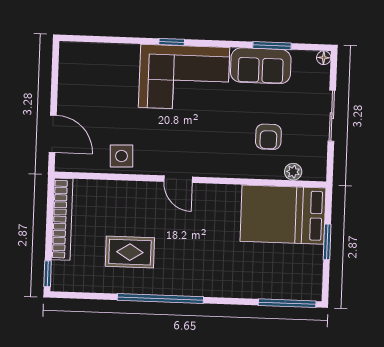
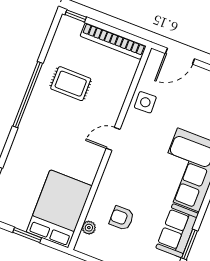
rug: (130, 252) -> (71, 84), turned 90

